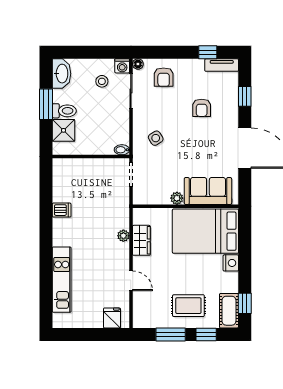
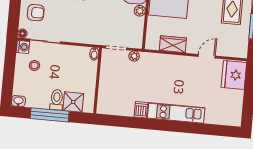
washbasin: (62, 74) -> (18, 101), width x0.52, depth x0.69
window: (46, 104) -> (50, 115), width x1.44
side table: (156, 138) -> (87, 24), removed
plant: (123, 236) -> (134, 56), moved
kitchen unit: (62, 280) -> (176, 113), moved
fridge: (112, 318) -> (234, 75), width x1.88, depth x1.34

